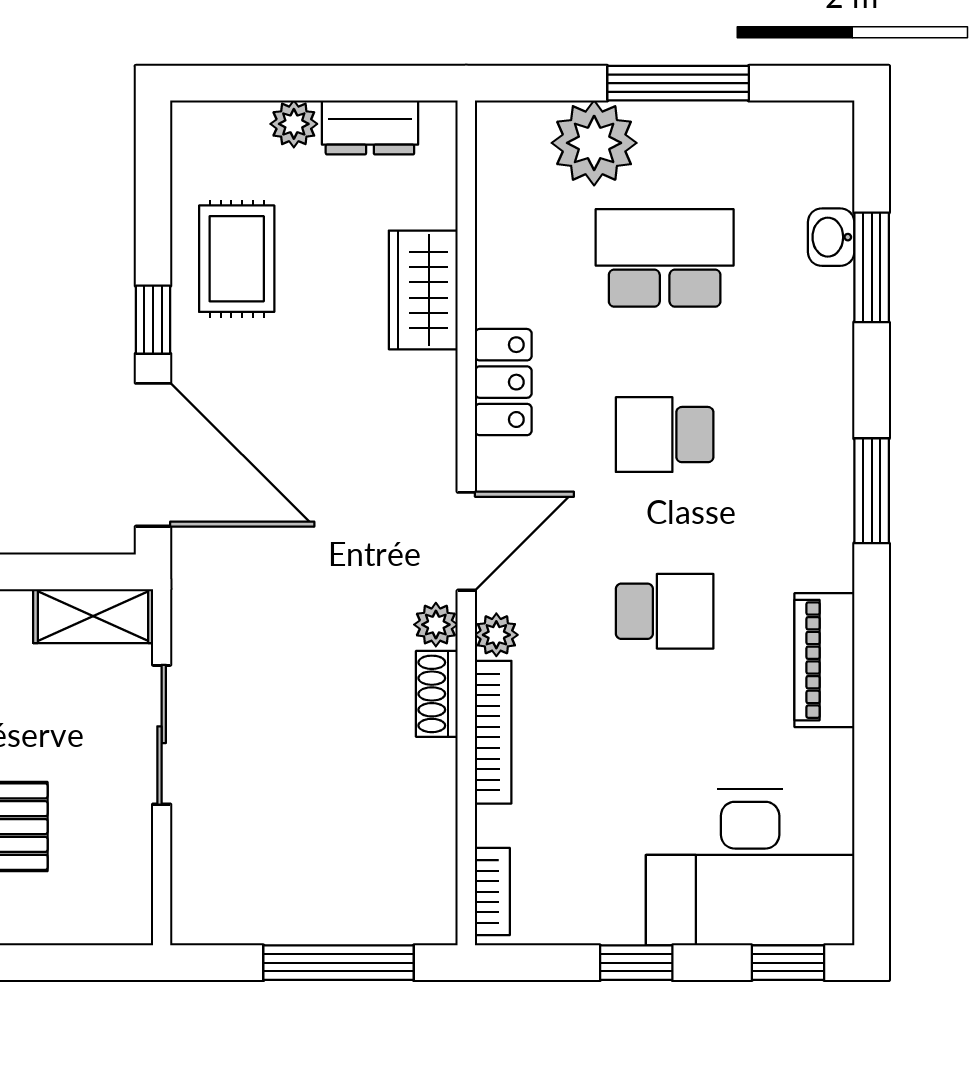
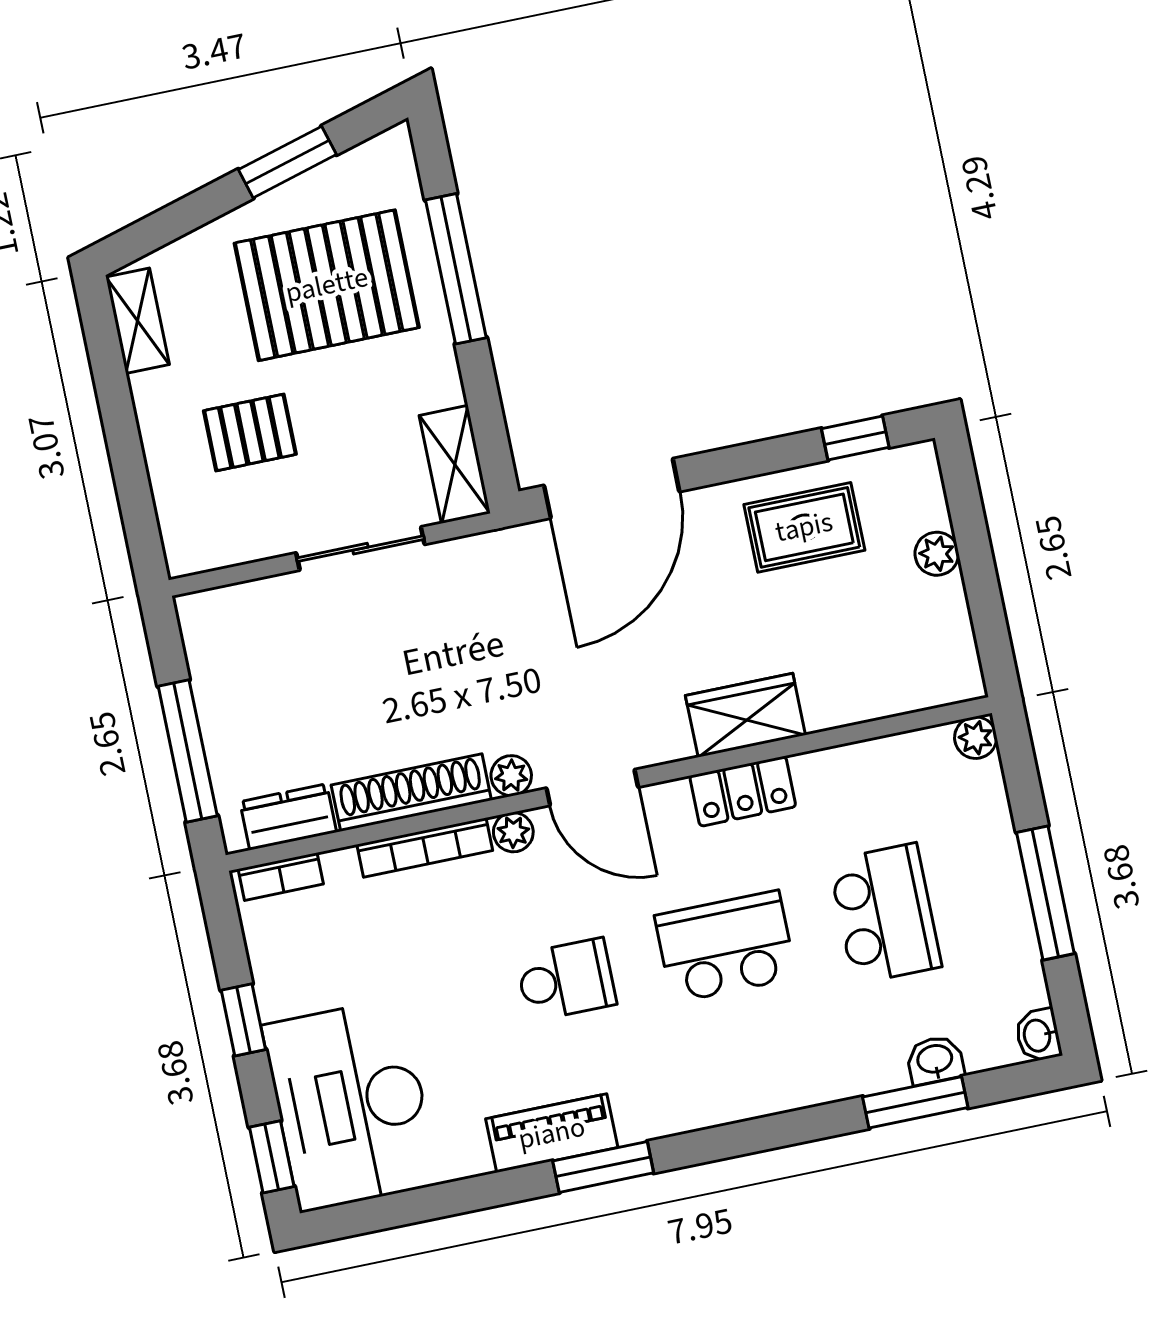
washbasin: (827, 122) -> (1038, 1035), added
dresser: (370, 127) -> (288, 817), moved, turned 90
plant: (594, 143) -> (976, 738), moved, width x0.53, depth x0.53
wardrobe: (423, 290) -> (745, 715), moved
window: (153, 320) -> (855, 438), moved
school desk: (665, 435) -> (726, 947), width x1.85
window: (872, 491) -> (603, 1167), moved
school desk: (665, 611) -> (566, 980), turned -90
shoe rack: (437, 694) -> (411, 793), width x1.94, depth x1.24

